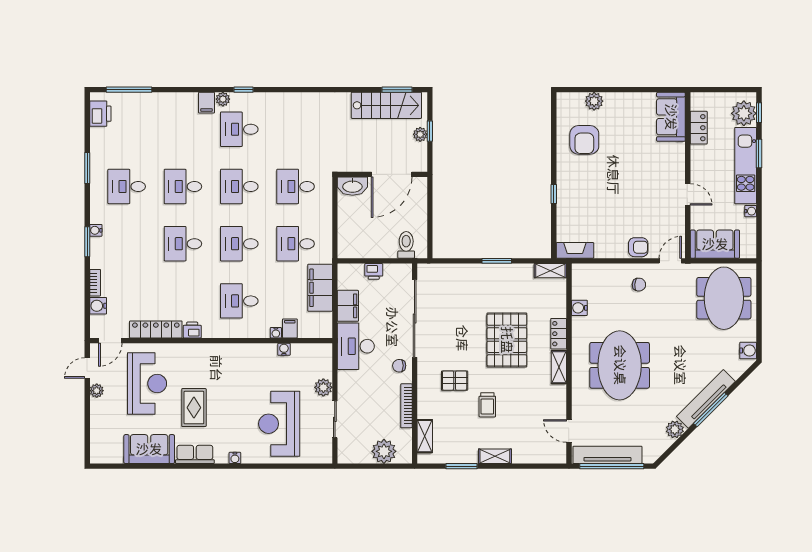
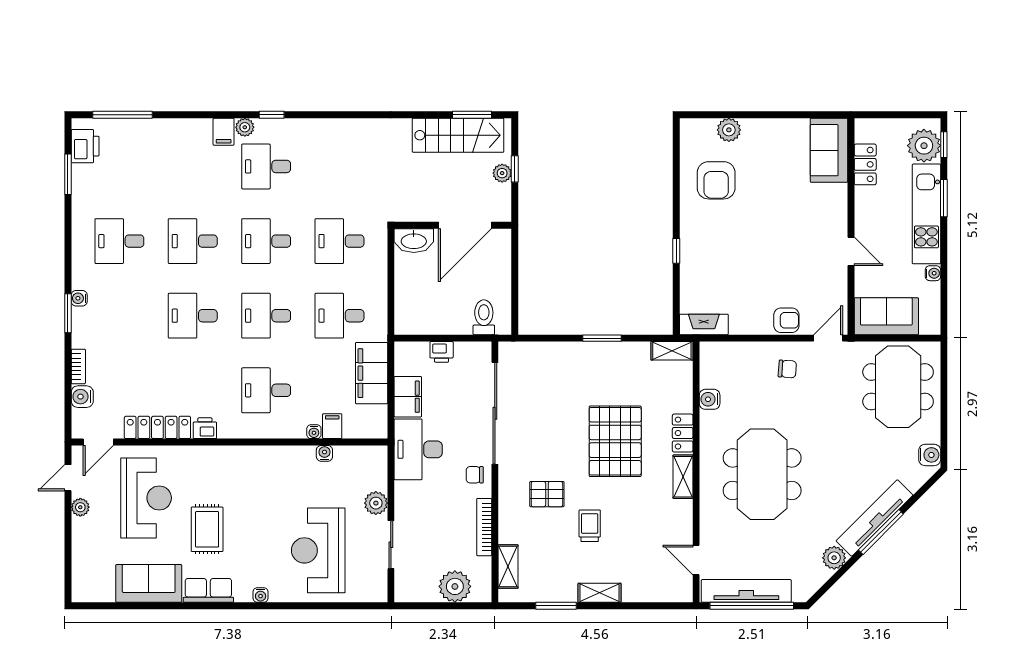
window: (87, 168) -> (68, 174), moved
trolley: (487, 405) -> (590, 526), turned 180

